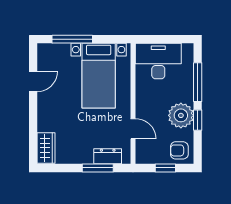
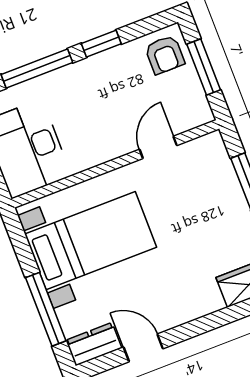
plant: (181, 115) -> (104, 75), removed
dresser: (108, 156) -> (94, 344), moved, turned 90
window: (165, 168) -> (204, 67), width x1.50

